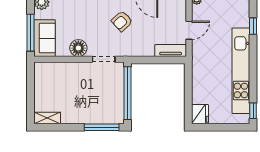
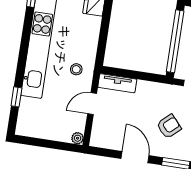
stool: (207, 57) -> (76, 69), added

